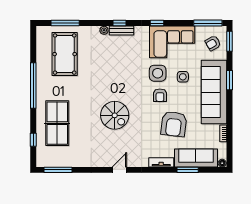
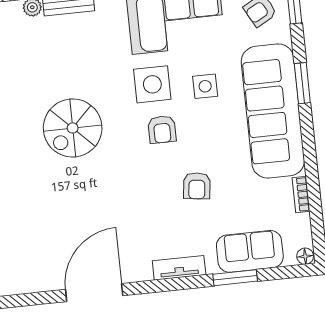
spiral stairs: (115, 115) -> (73, 128), moved, turned 90
armchair: (174, 124) -> (197, 186), width x0.53, depth x0.53
sofa: (196, 158) -> (250, 251), width x0.73
door: (119, 170) -> (94, 293), width x1.87

